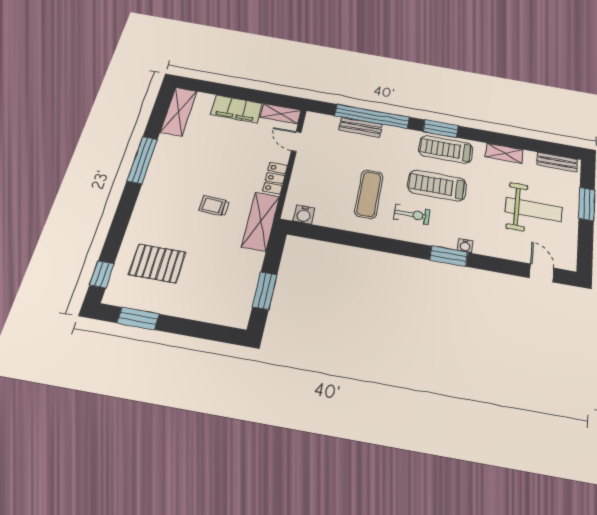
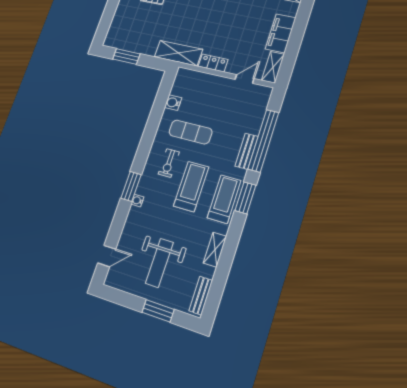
bench: (360, 127) -> (247, 151), moved
trolley: (214, 206) -> (195, 21), removed
water cooler: (304, 214) -> (173, 103), moved

